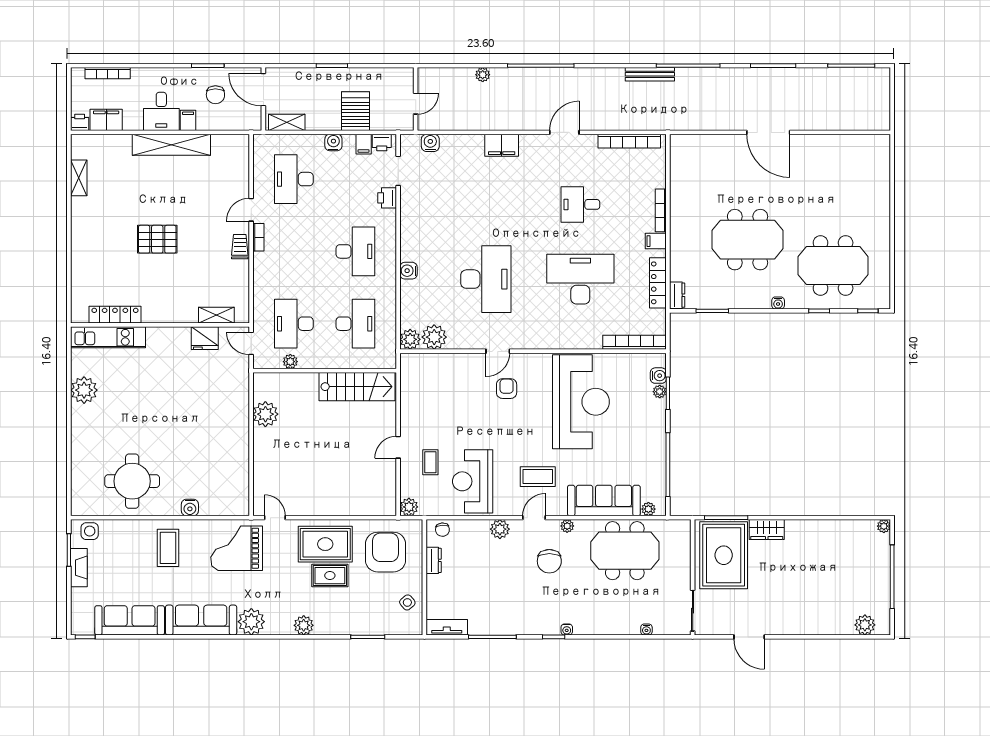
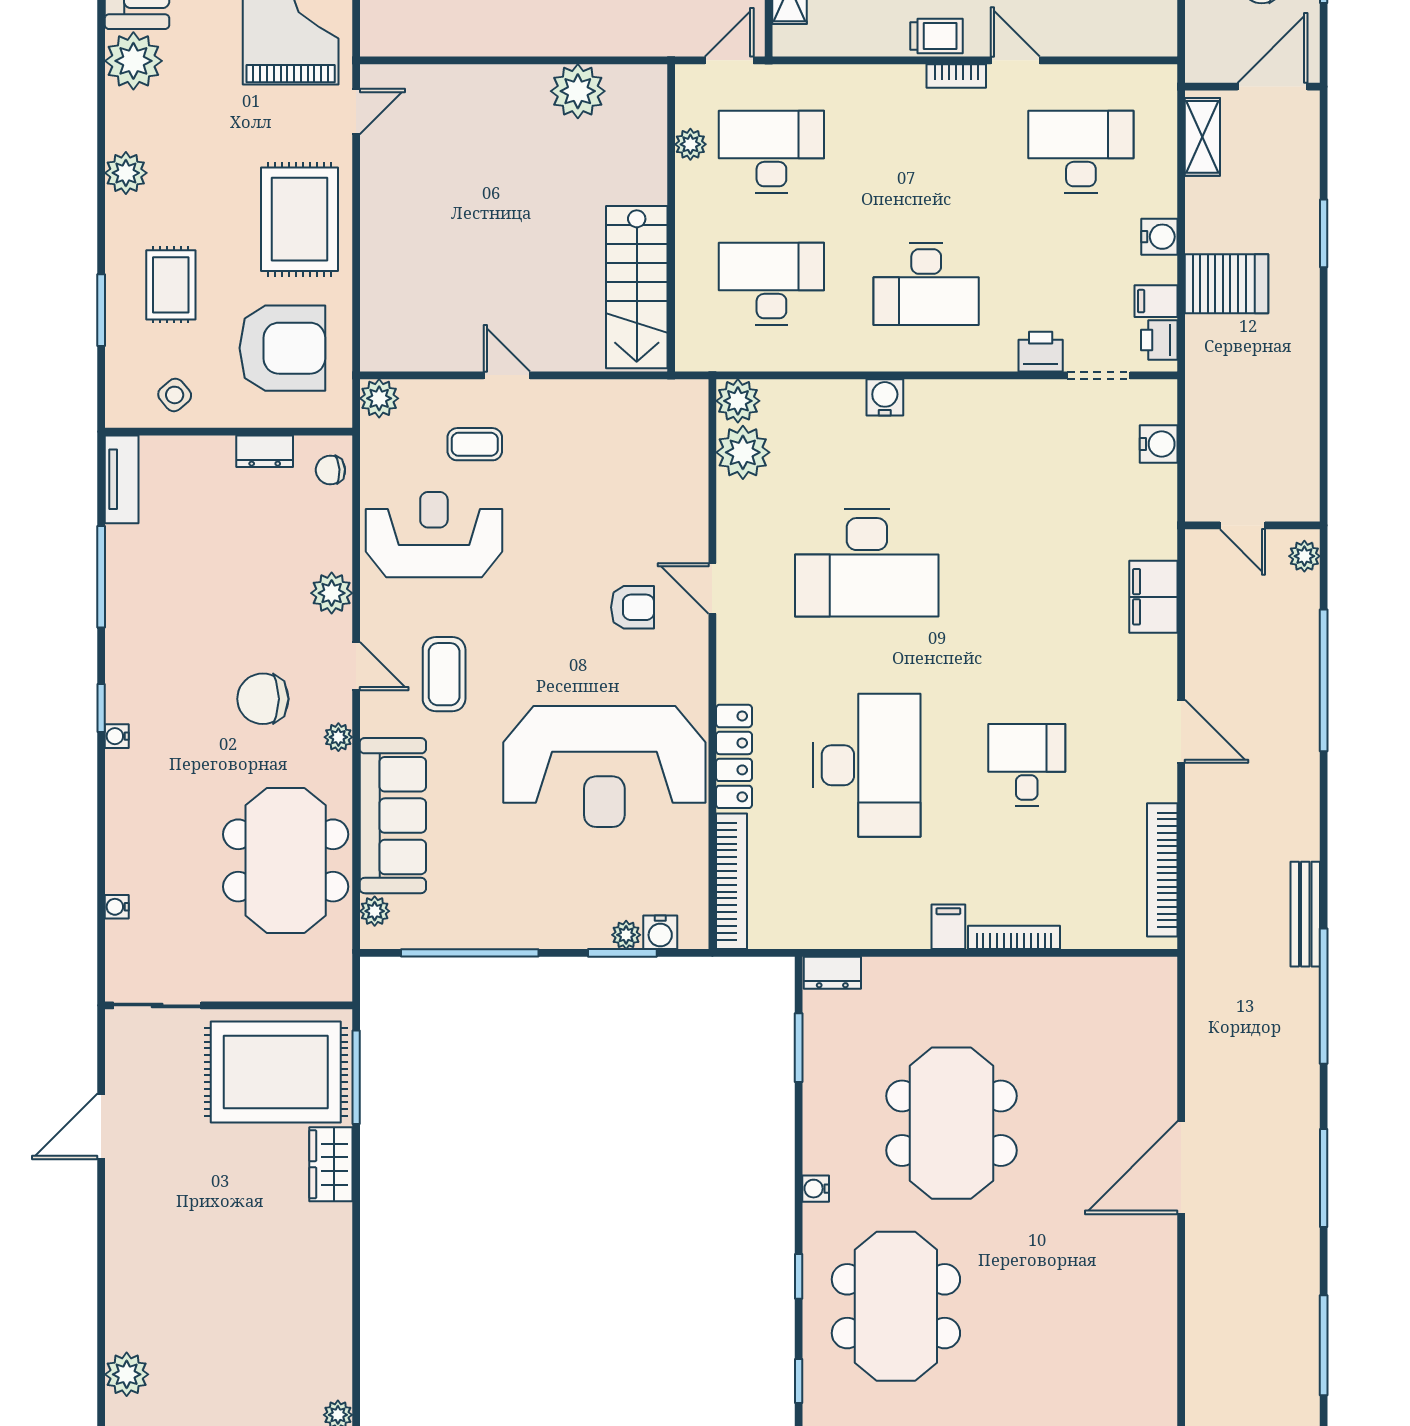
wall: (416, 99) -> (1252, 525), moved
door: (416, 104) -> (1242, 525), moved
locker: (658, 283) -> (734, 756), moved, turned 90
desk: (355, 324) -> (771, 284), turned 180
rug: (330, 576) -> (171, 285), moved

